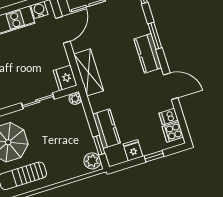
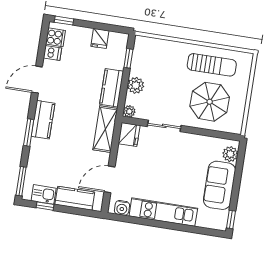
door: (171, 86) -> (37, 80), hinge flipped
kitchen counter: (106, 129) -> (112, 88), moved
window: (154, 156) -> (64, 21), moved
plant: (92, 161) -> (136, 85), moved

